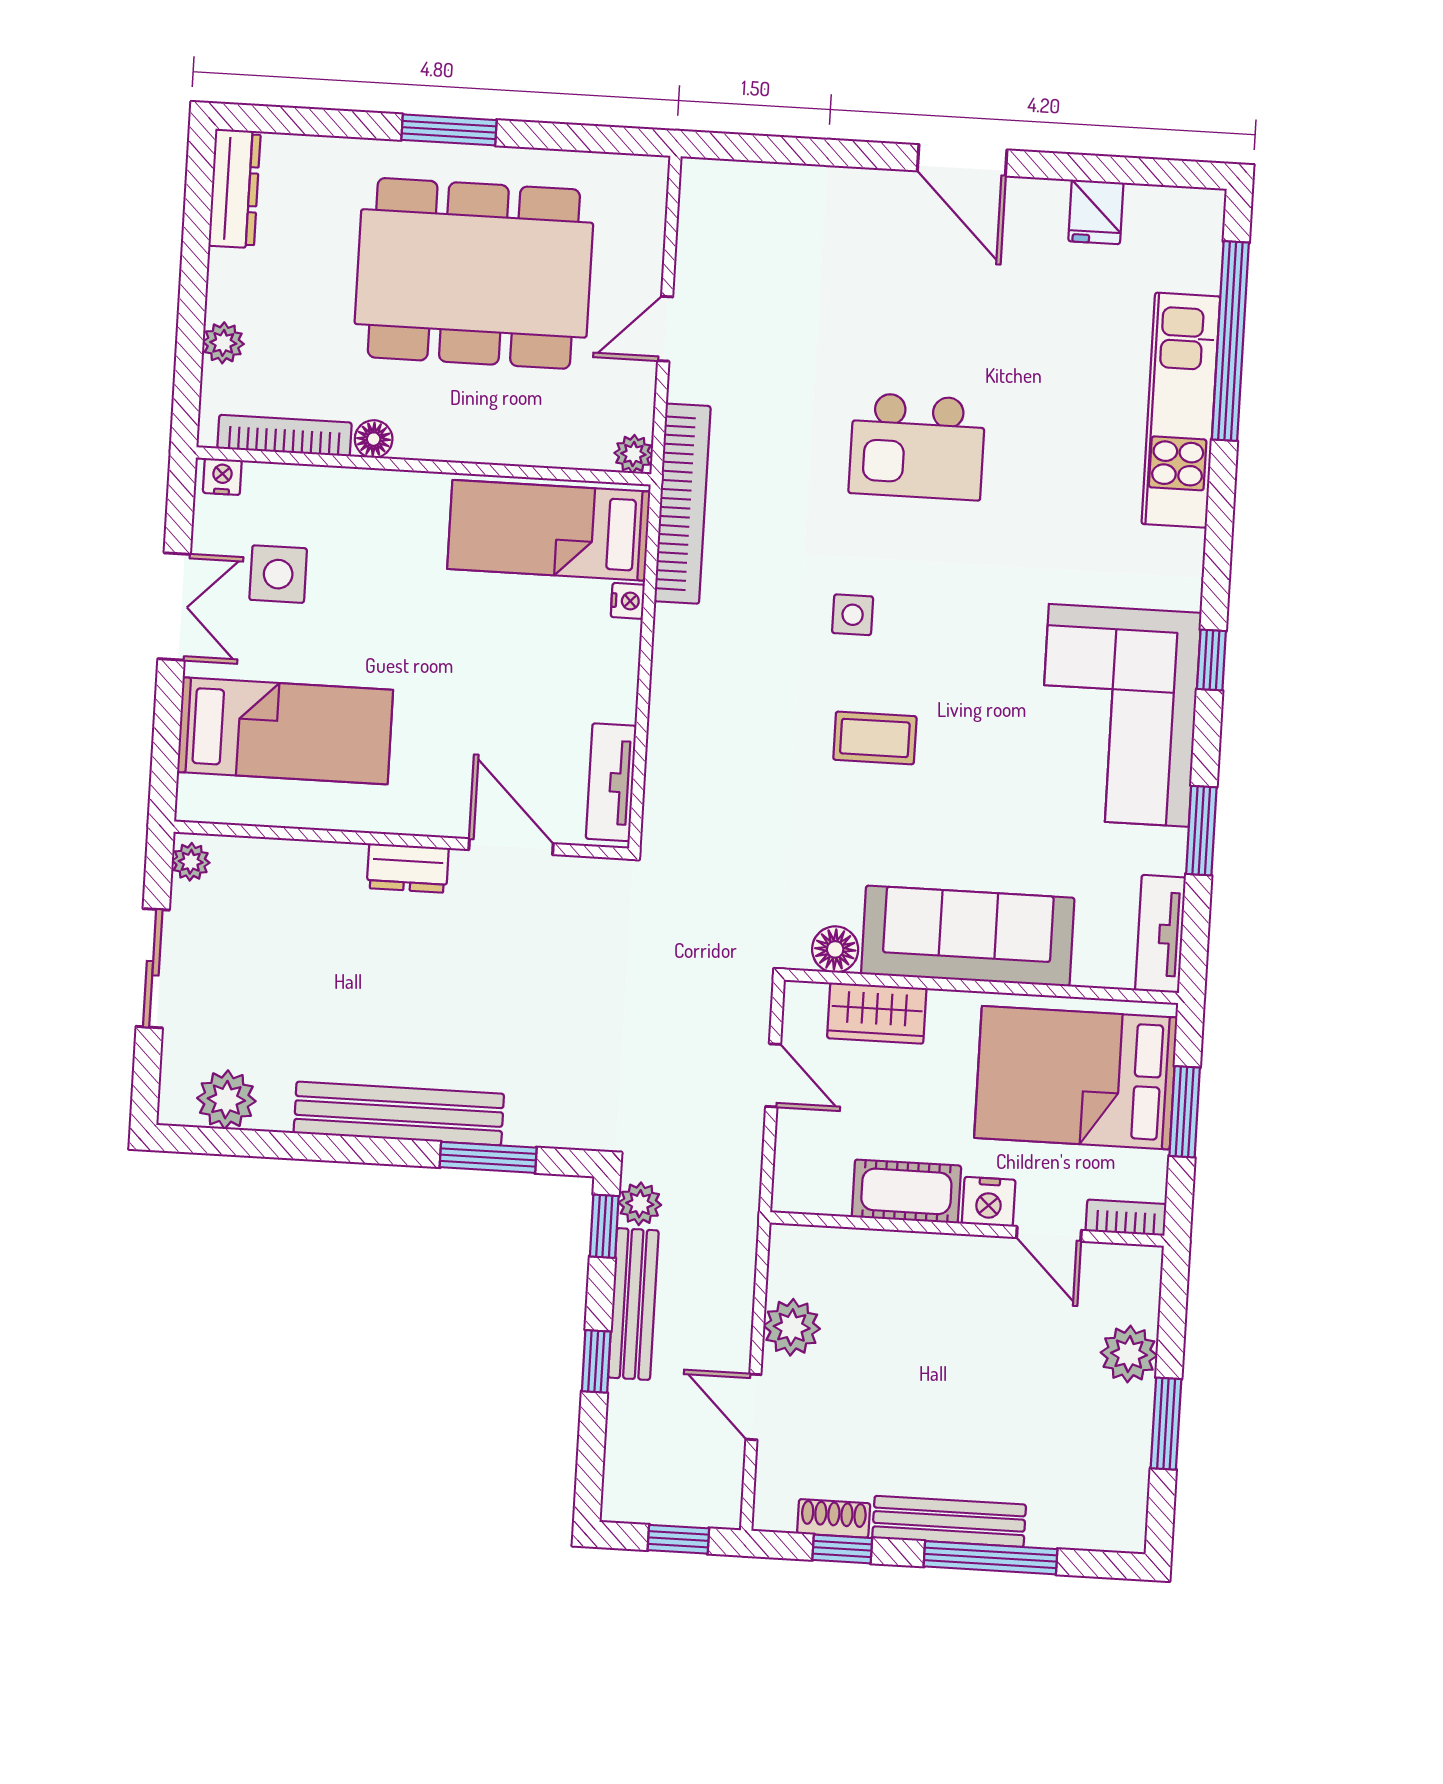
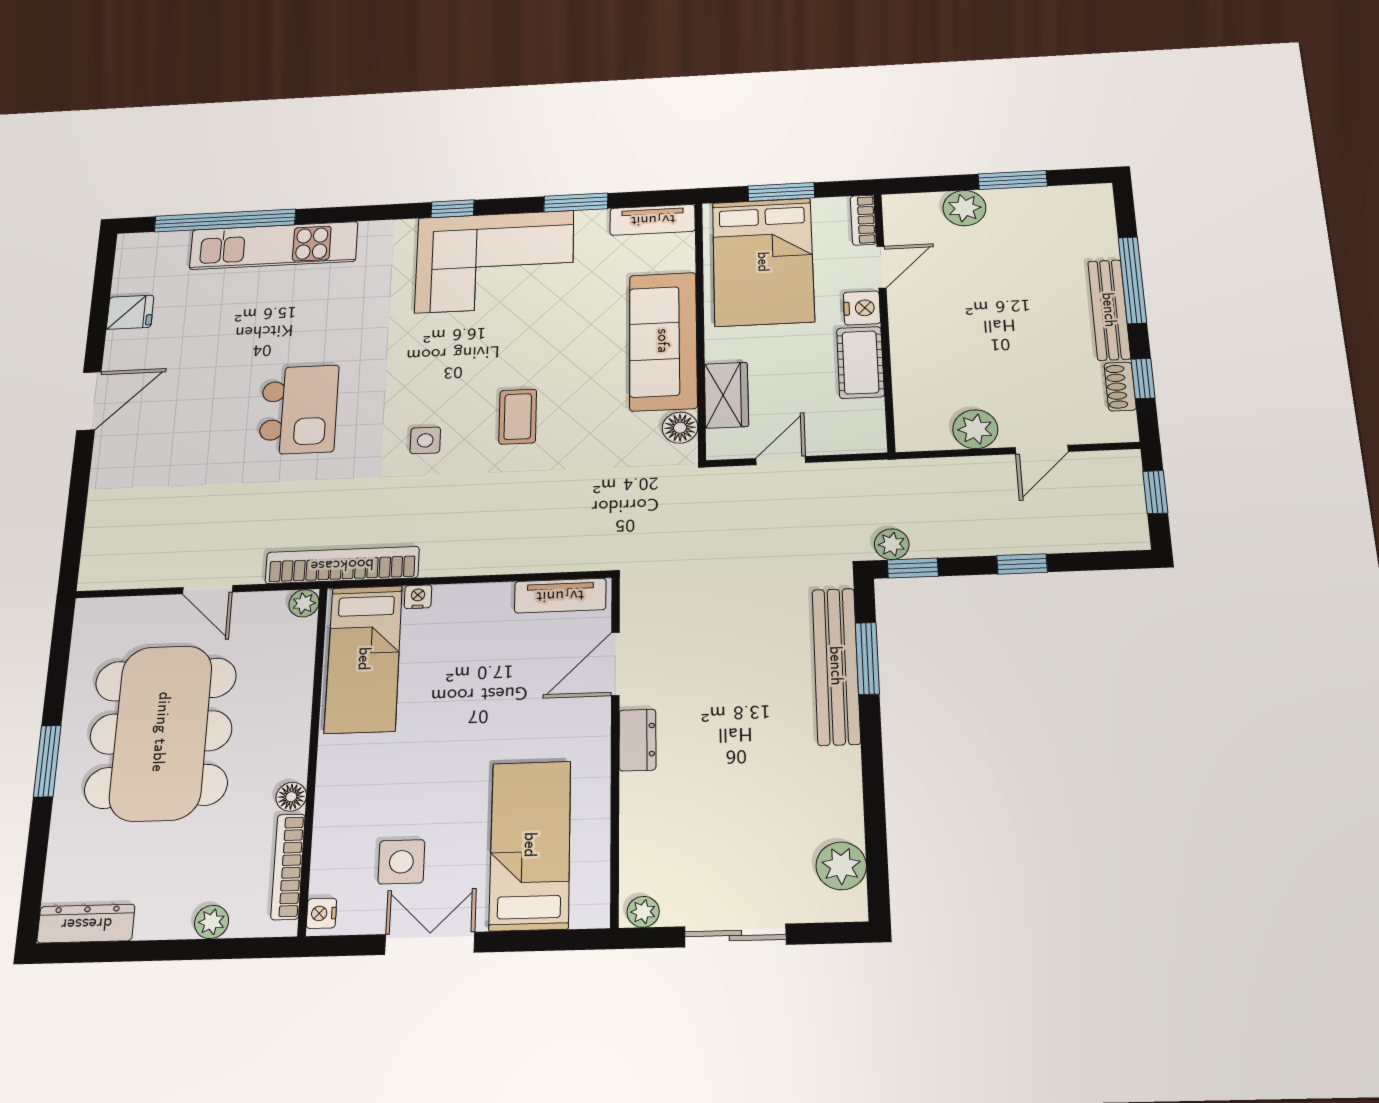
bench: (399, 1114) -> (836, 666), moved
bench: (633, 1304) -> (972, 541), removed

